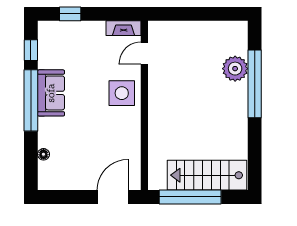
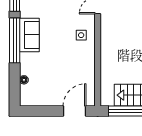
side table: (122, 93) -> (81, 35), width x0.54, depth x0.54

